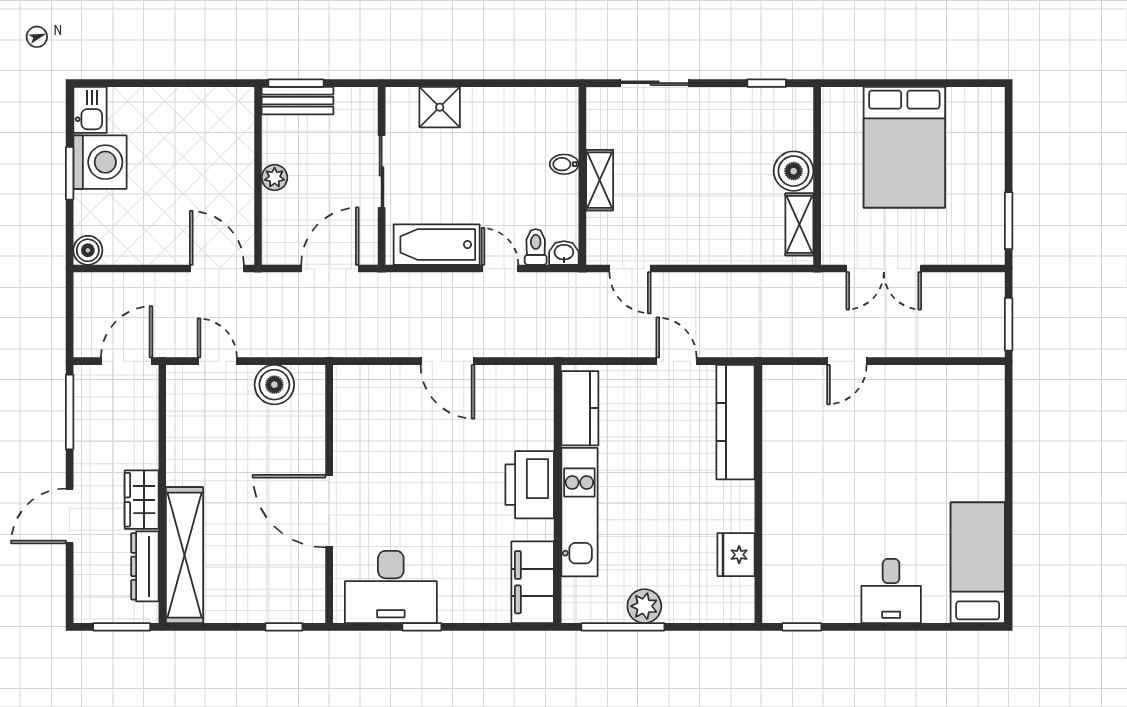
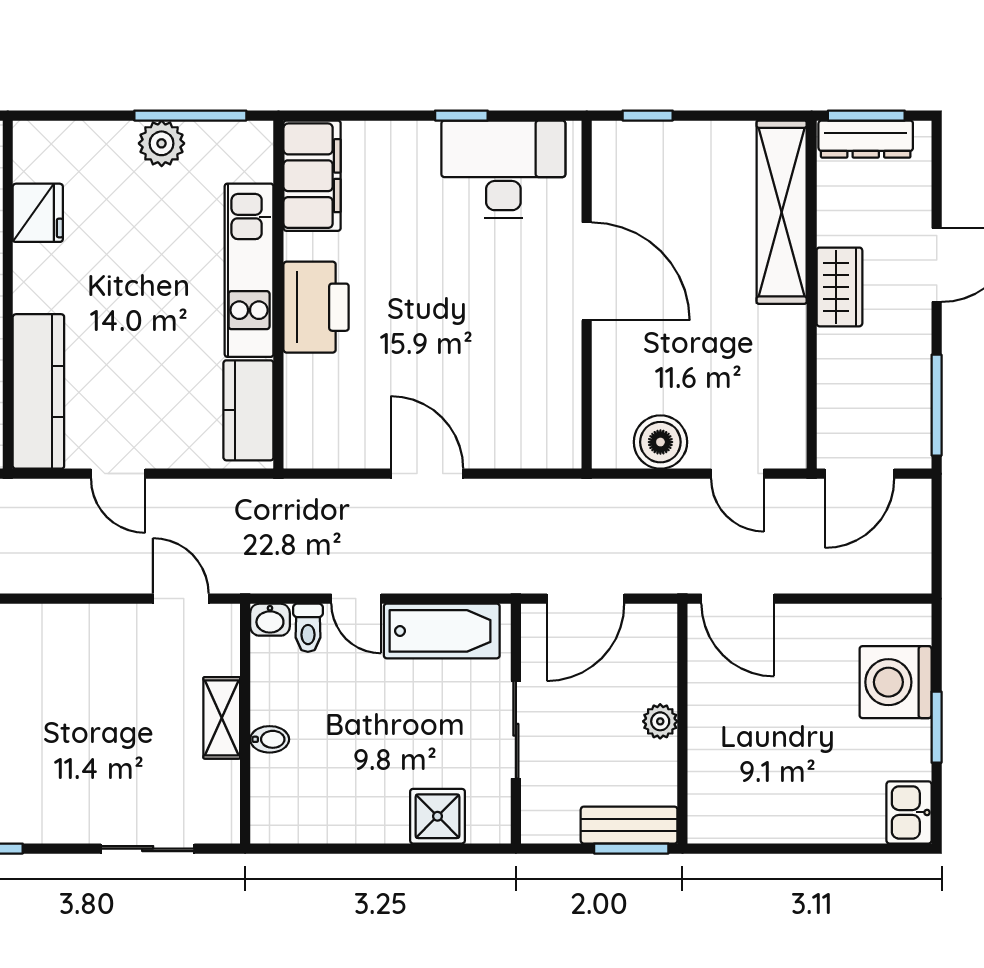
washing machine: (100, 162) -> (896, 682), moved
boiler: (88, 250) -> (912, 623), removed
dresser: (145, 566) -> (866, 139), moved, turned 90

